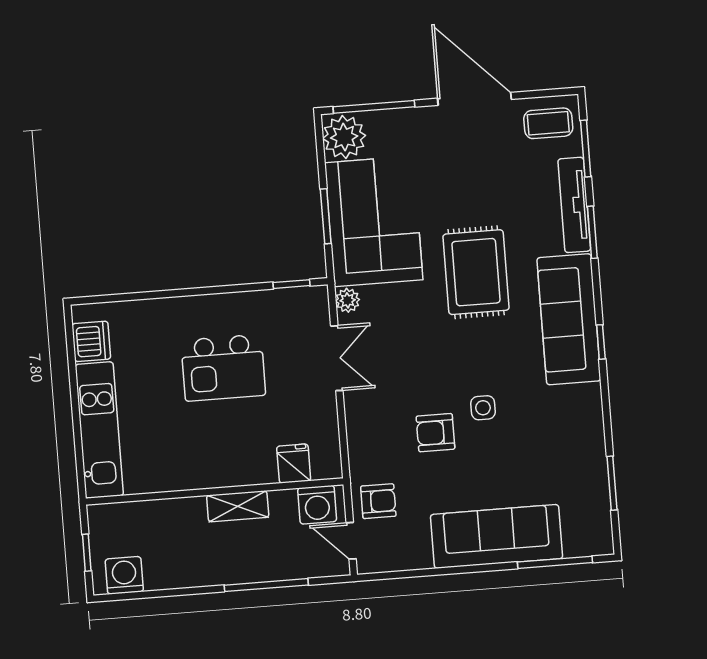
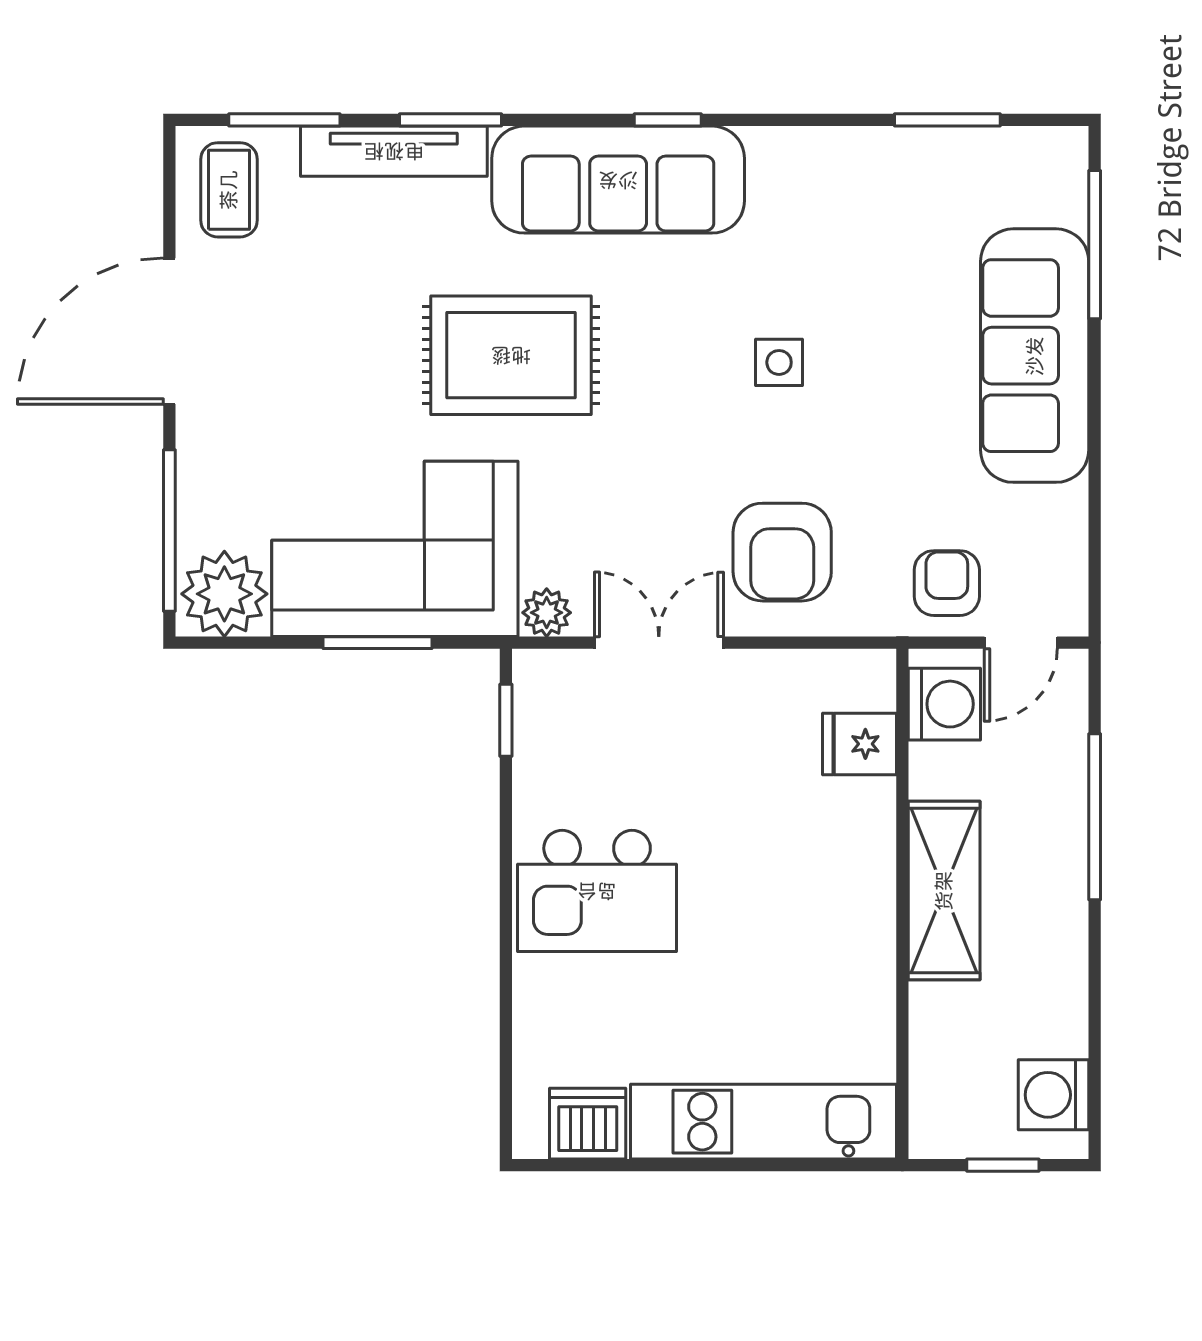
kitchen island: (223, 368) -> (597, 891), moved, turned 90
armchair: (435, 433) -> (782, 552), moved, width x1.38, depth x1.38
shelving: (238, 506) -> (944, 891), width x1.50, depth x1.33

